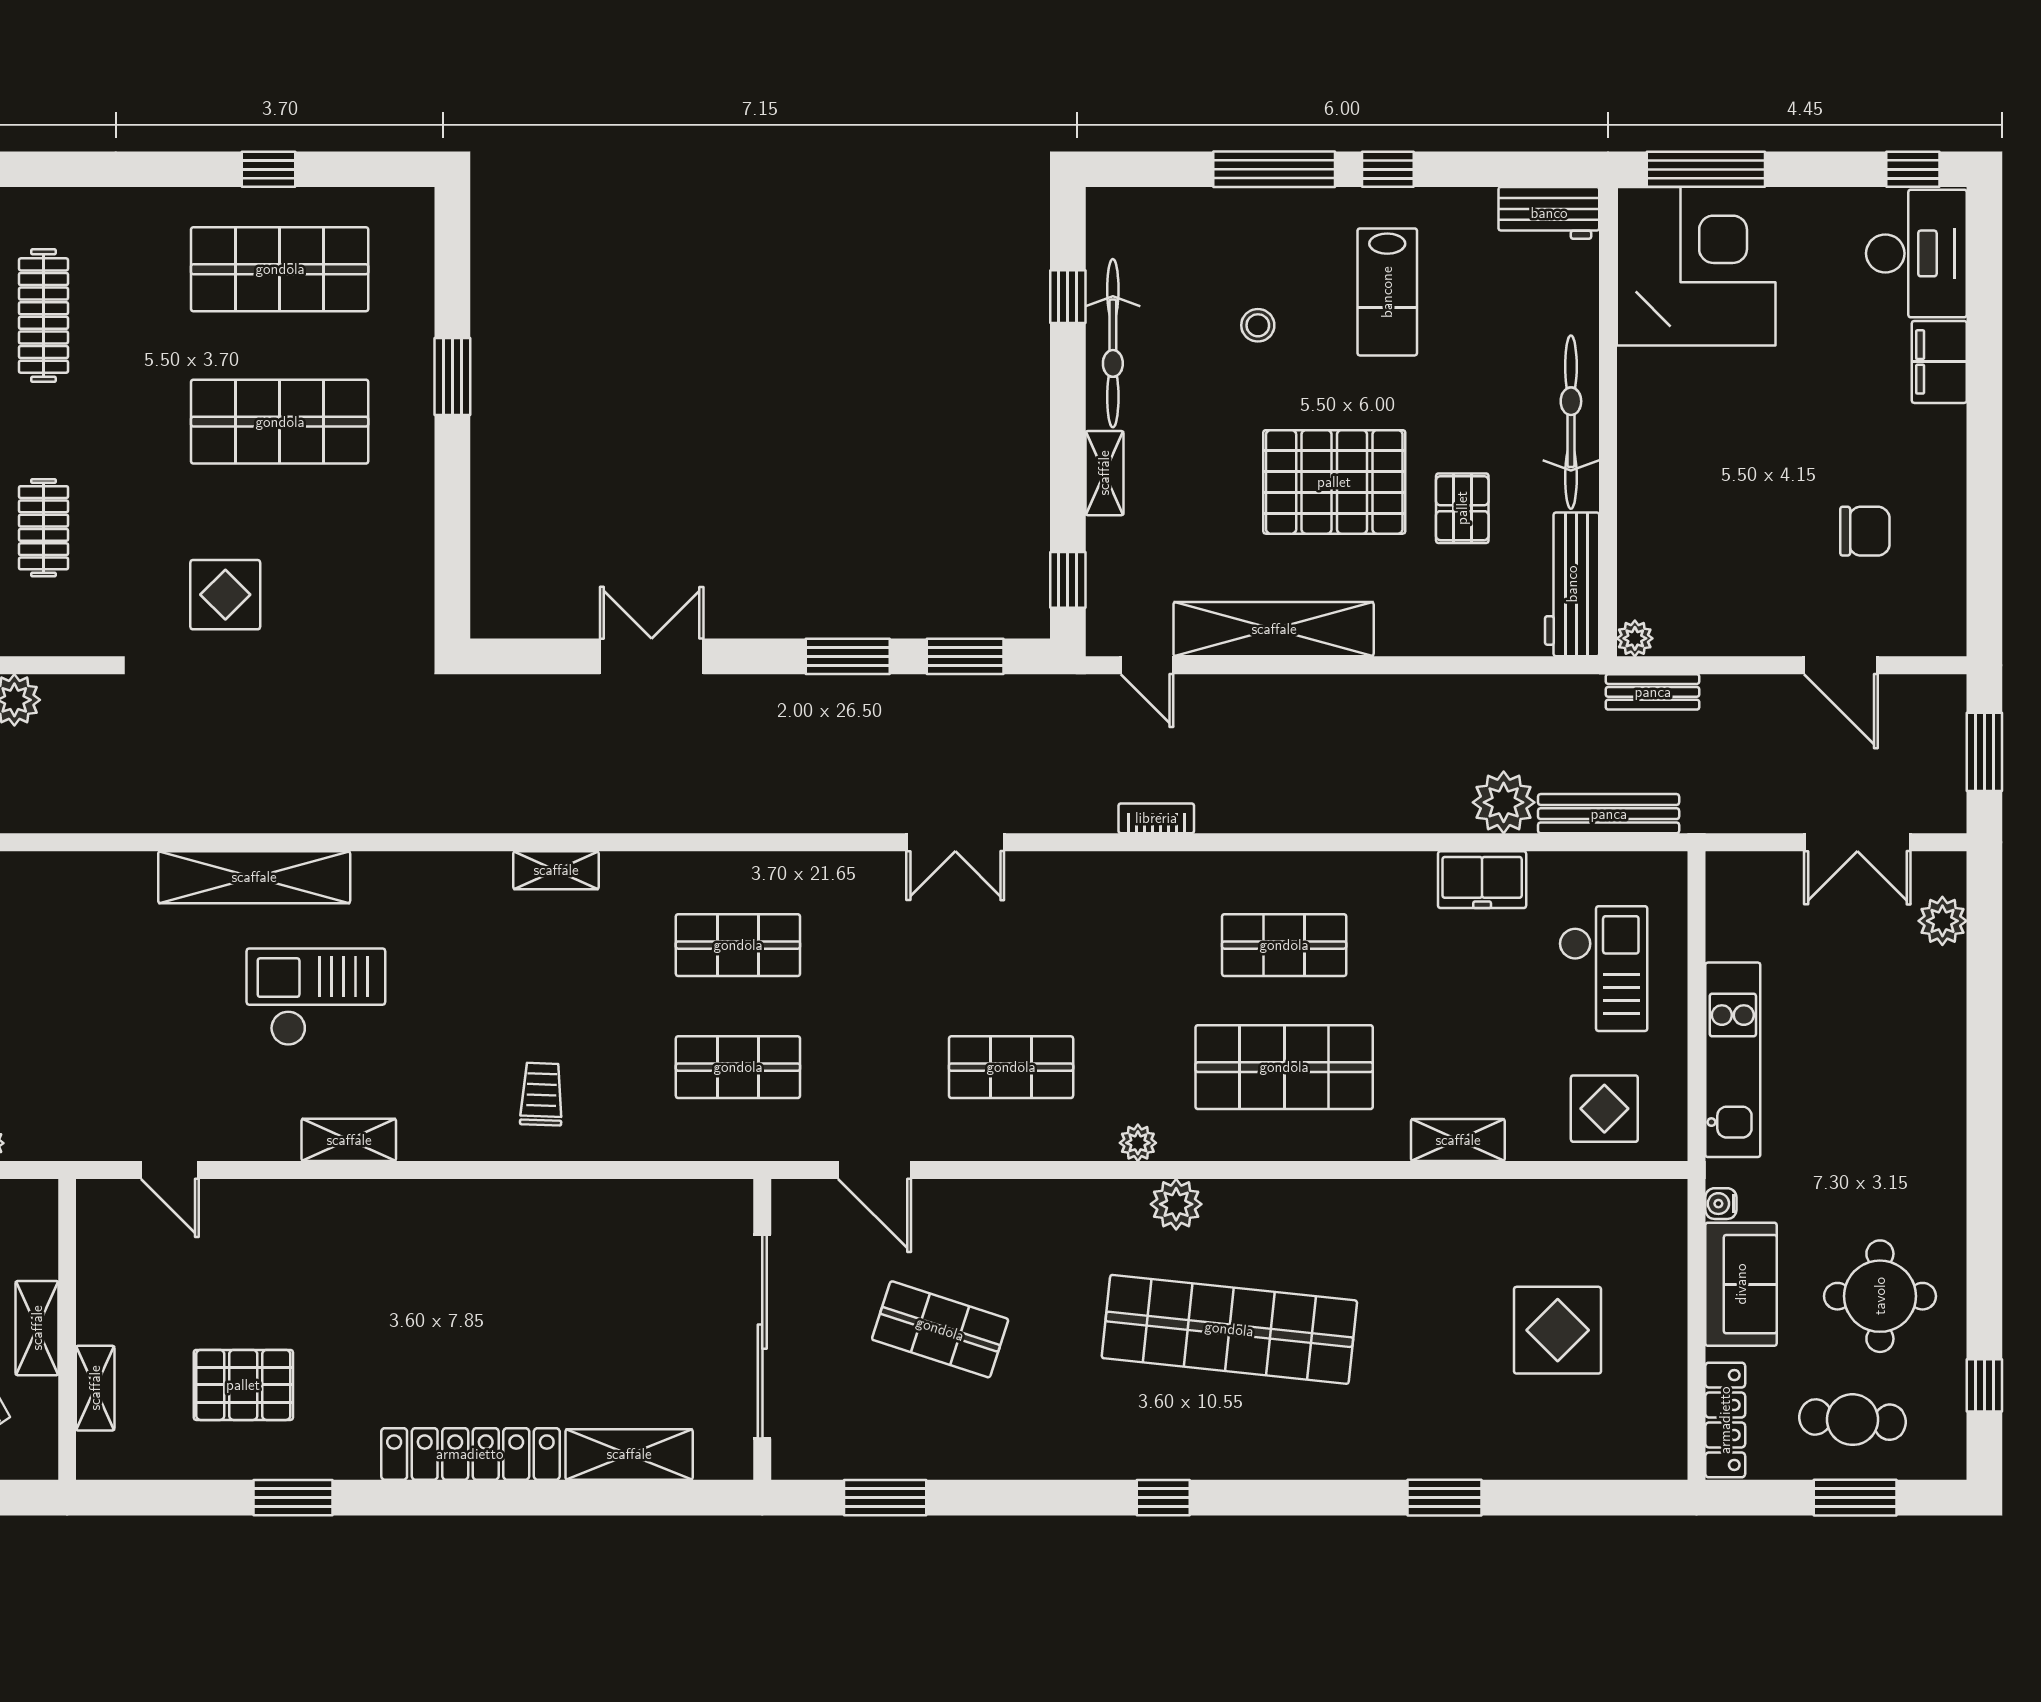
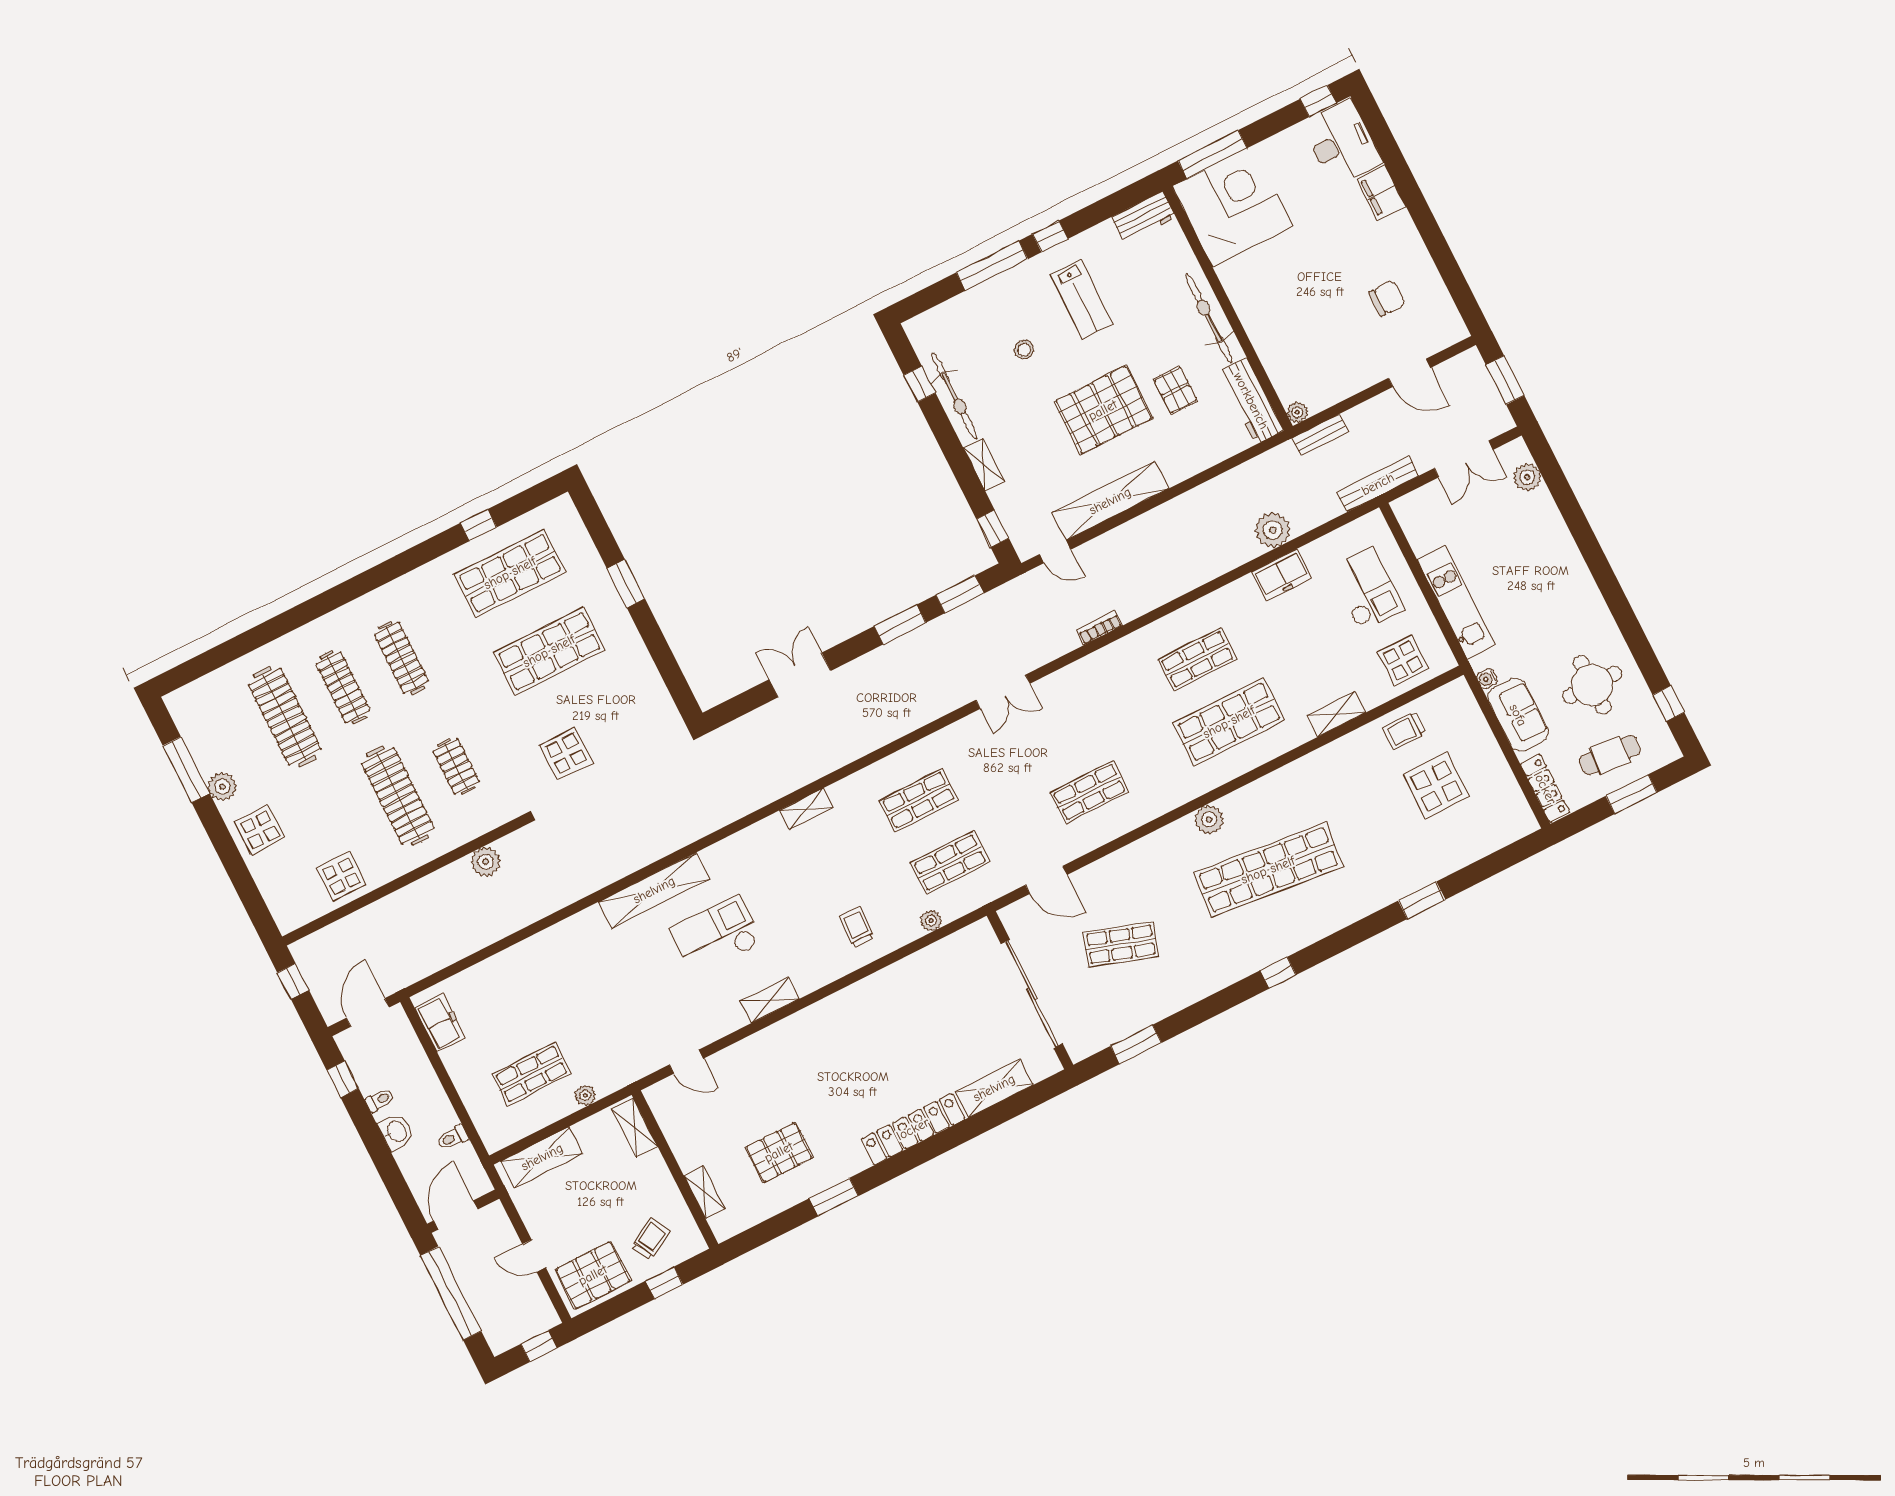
bench: (1609, 814) -> (1378, 484), moved
plant: (1138, 1143) -> (931, 921), moved
trolley: (1550, 1219) -> (1404, 731), added
shelving: (37, 1328) -> (634, 1128), moved

